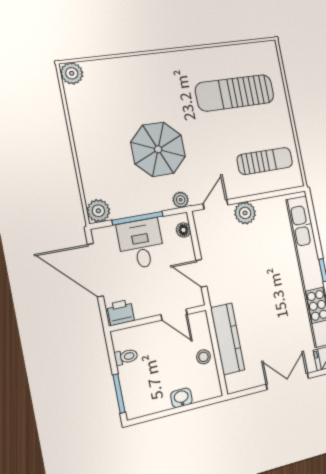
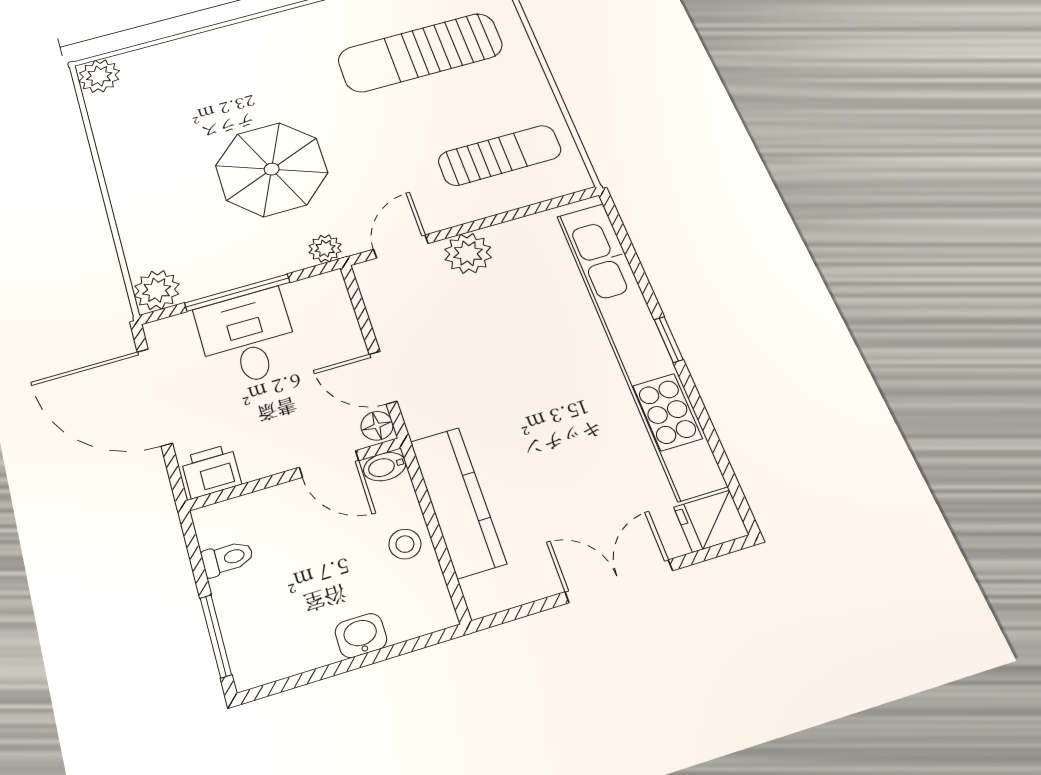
floor lamp: (183, 230) -> (377, 426), moved
bidet: (198, 319) -> (385, 467), added

